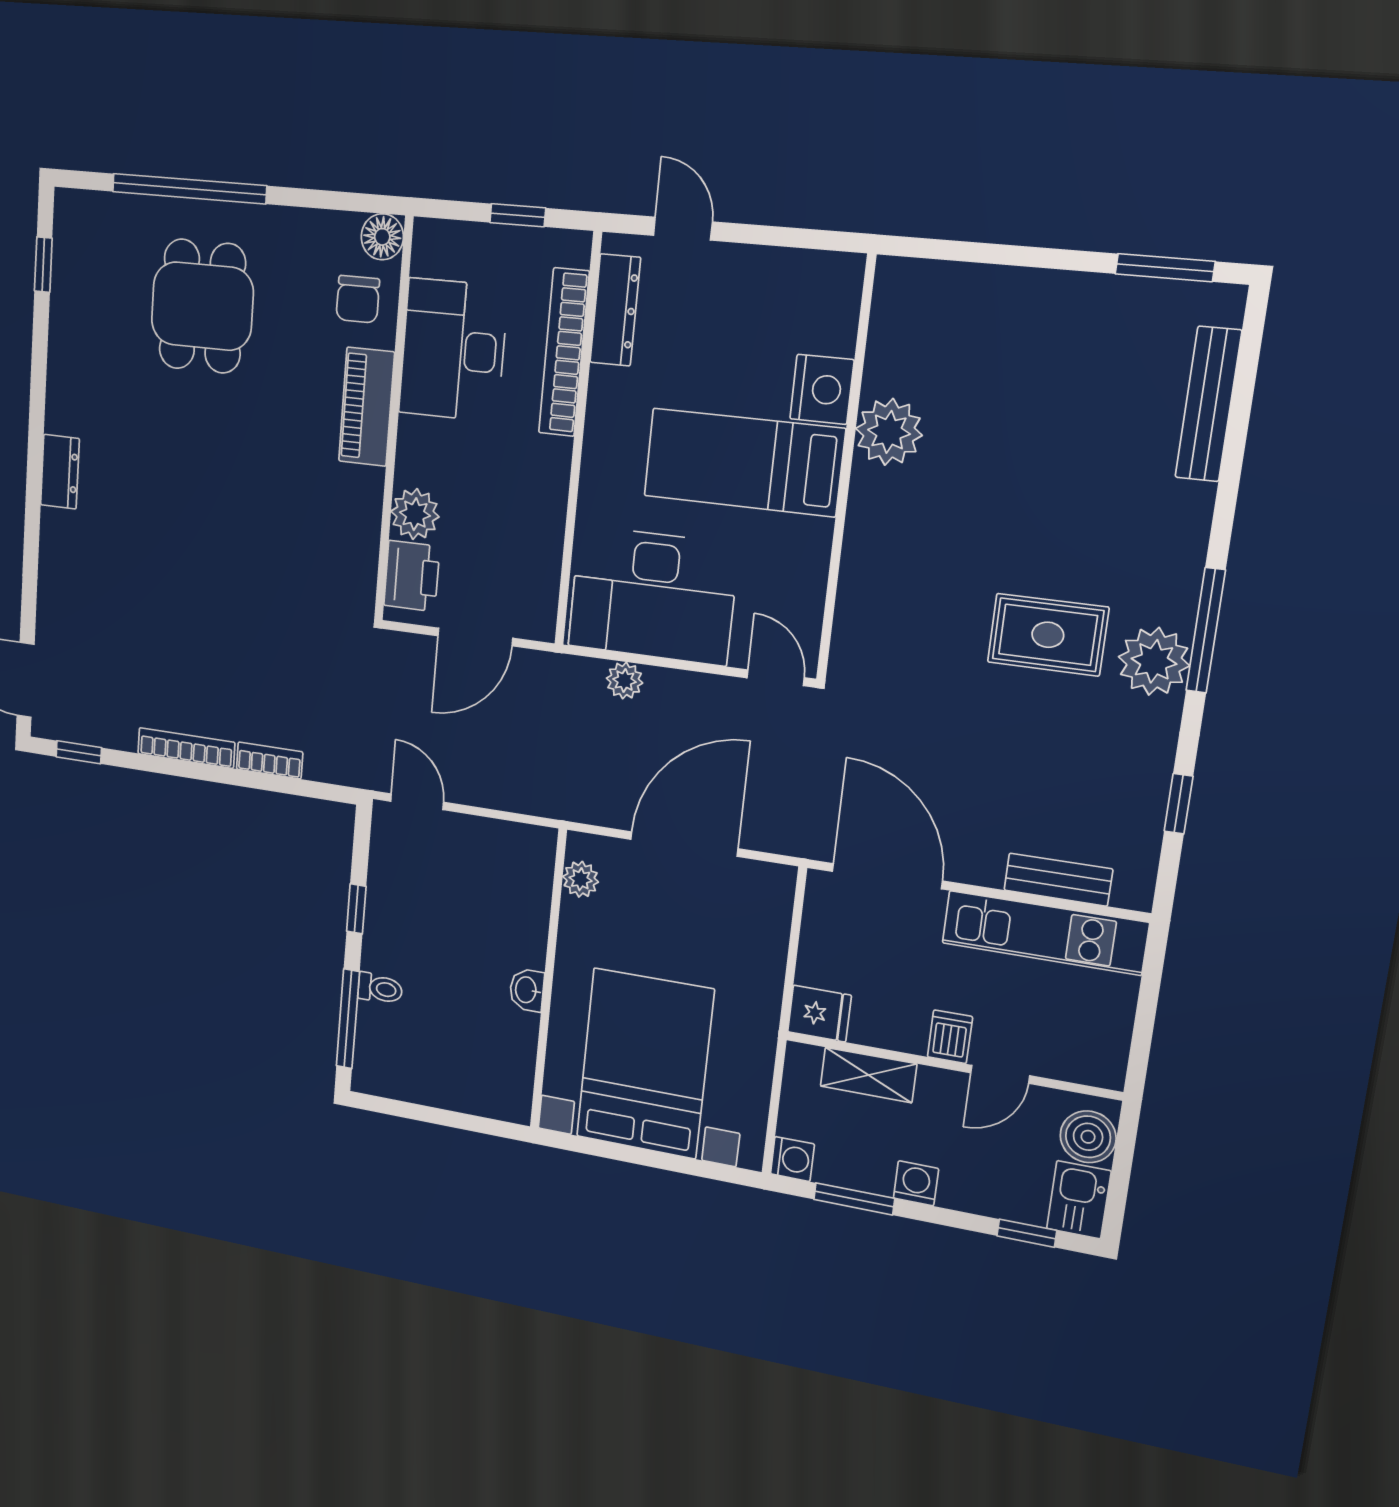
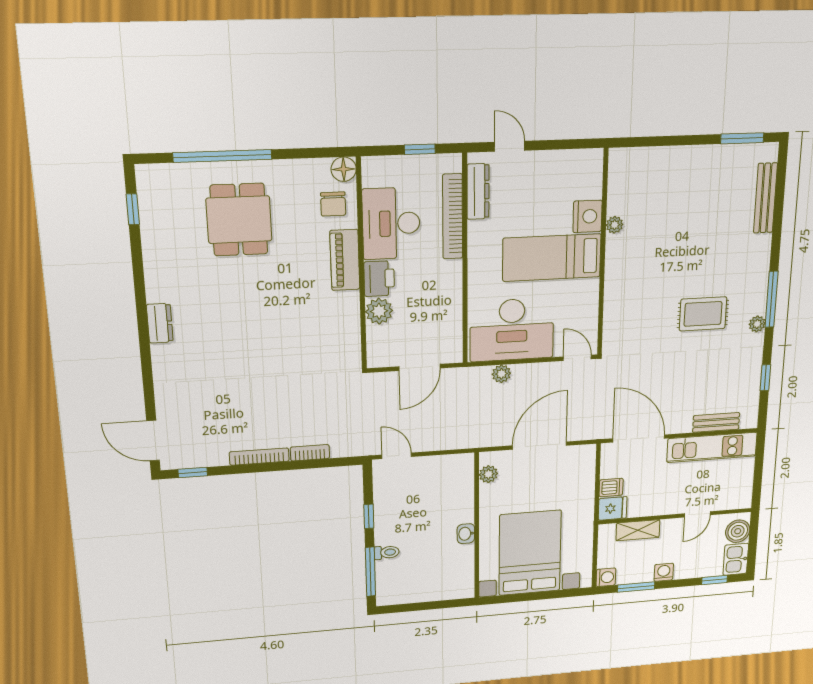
plant: (889, 432) -> (615, 225), width x0.53, depth x0.53
printer: (412, 576) -> (379, 279), moved
plant: (1154, 661) -> (757, 324), width x0.53, depth x0.53
dishwasher: (950, 1037) -> (611, 487), moved, turned 90

